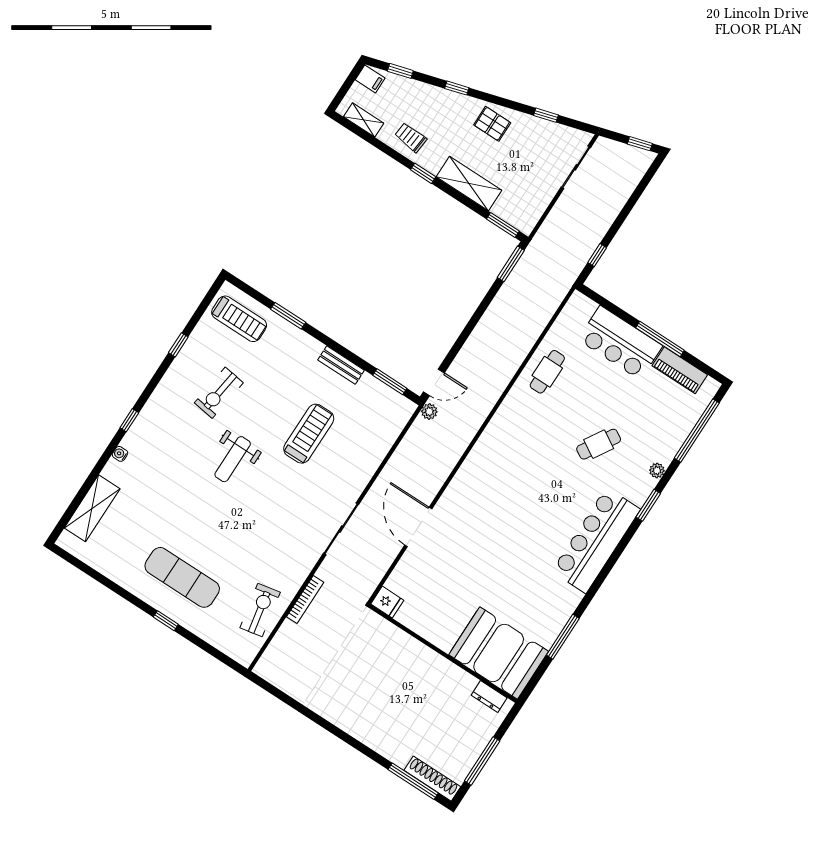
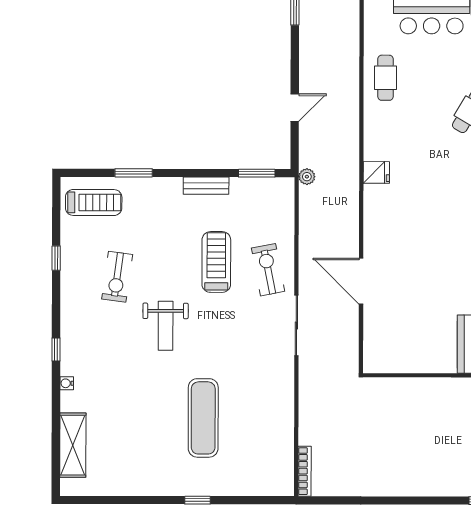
door: (434, 382) -> (295, 108), moved
exercise mat: (182, 577) -> (203, 418), moved, turned 90
bookcase: (305, 599) -> (305, 471), moved
fridge: (387, 602) -> (376, 172), moved
exercise bike: (260, 610) -> (268, 270), moved

